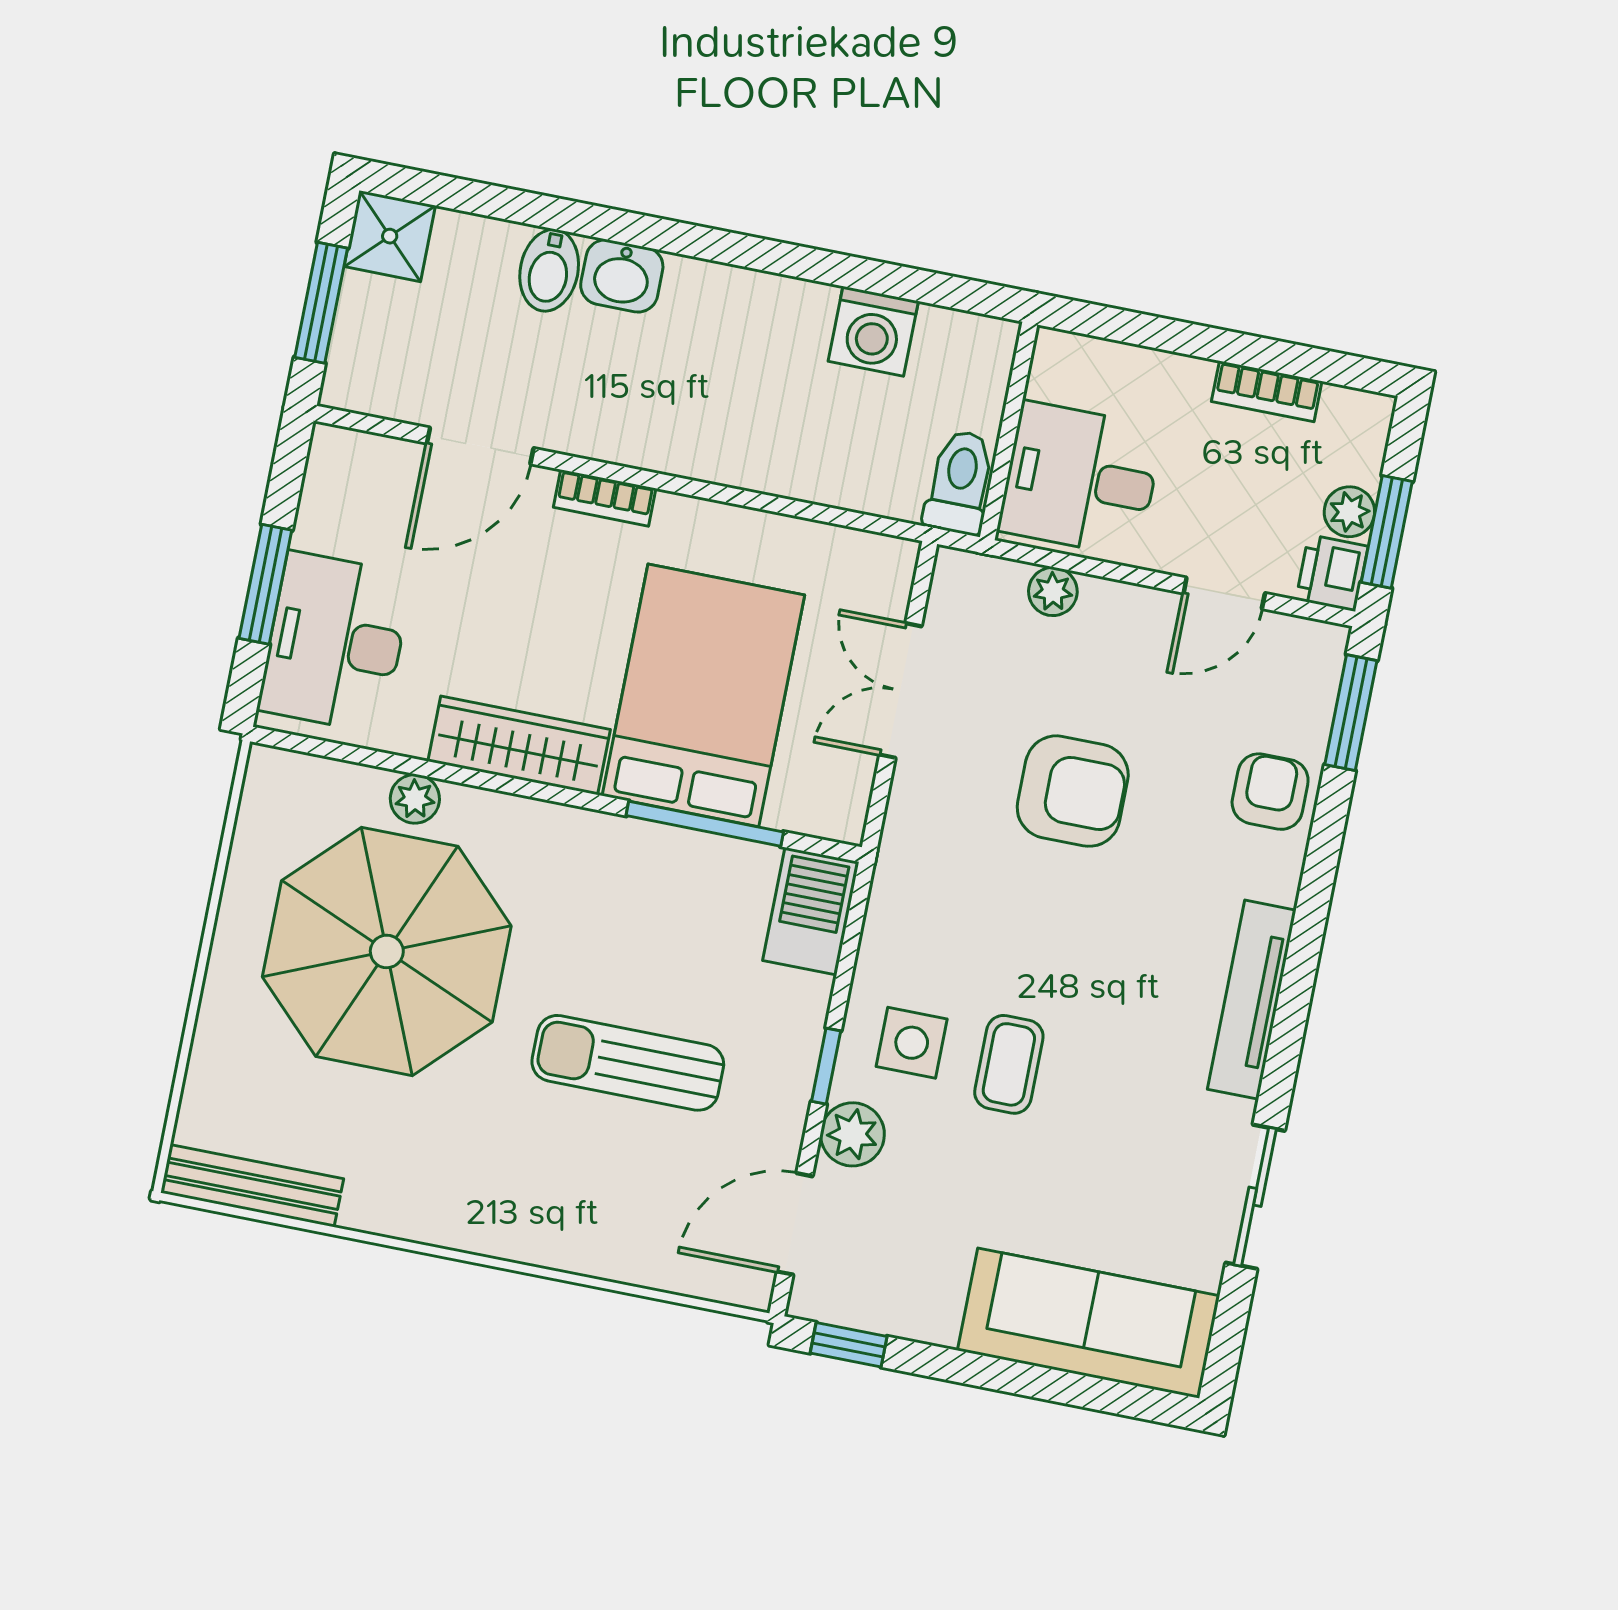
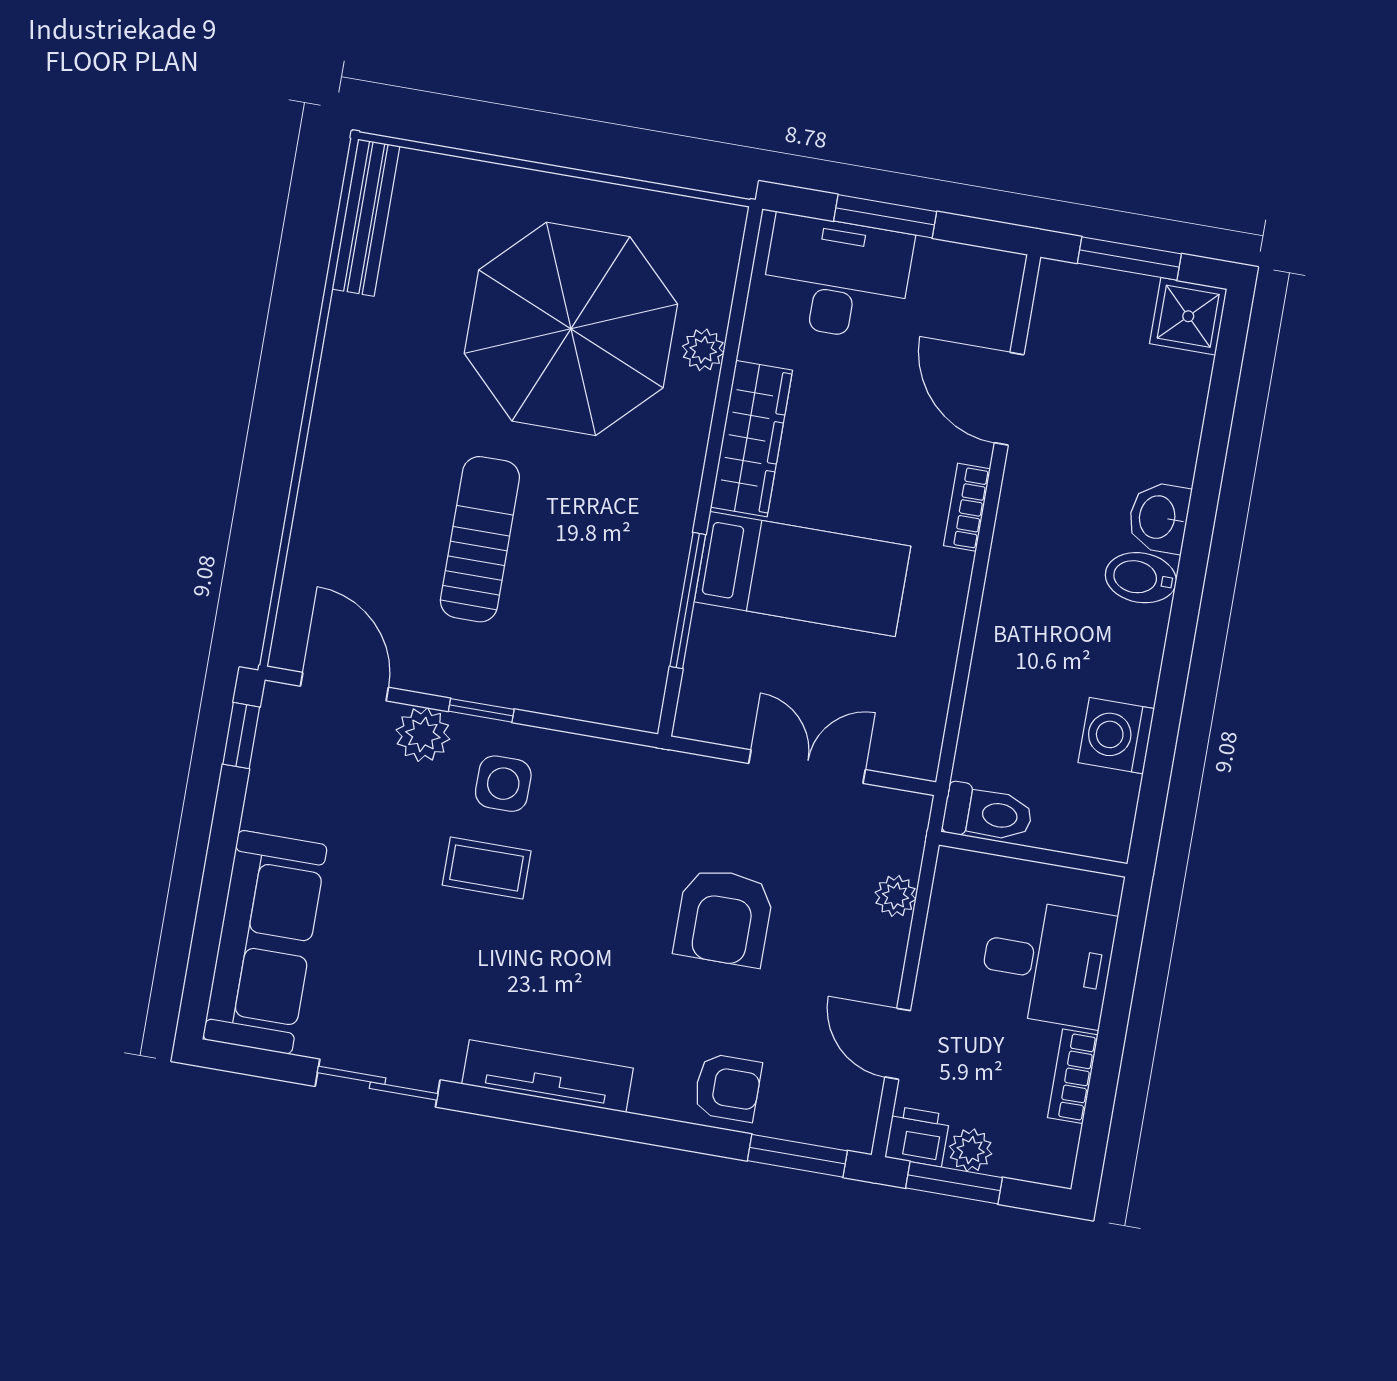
bidet: (549, 270) -> (1141, 578), moved
desk: (1080, 479) -> (1047, 963), moved, turned 90
bed: (703, 695) -> (802, 574), width x0.67
barbecue: (811, 911) -> (615, 694), removed

